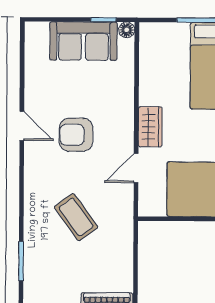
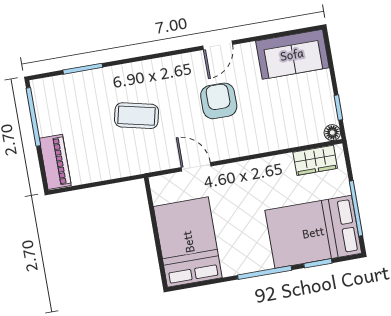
sofa: (83, 41) -> (292, 54), moved, turned -90
wardrobe: (150, 127) -> (315, 160), moved
coffee table: (76, 217) -> (137, 116), turned 49

